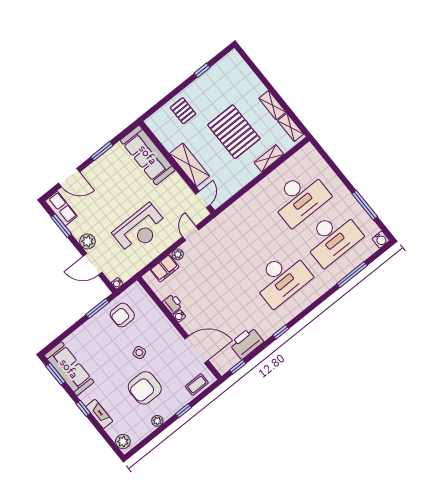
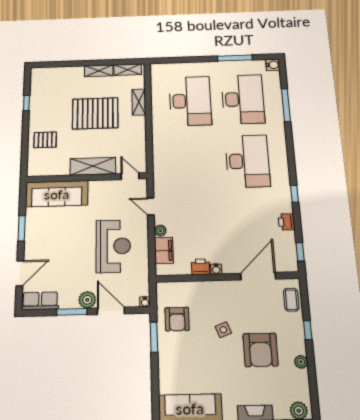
window: (61, 226) -> (72, 312), moved
door: (93, 264) -> (111, 311), swing flipped
printer: (246, 343) -> (286, 222), width x0.53, depth x0.68

